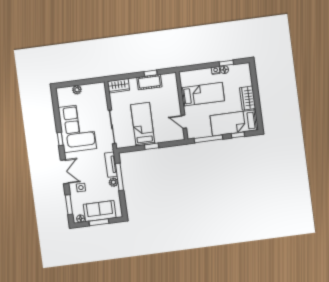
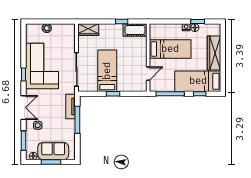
cot: (149, 82) -> (135, 30), moved
wardrobe: (248, 98) -> (214, 53), width x1.50
door: (184, 122) -> (148, 74), swing flipped
plant: (113, 182) -> (71, 124), removed

